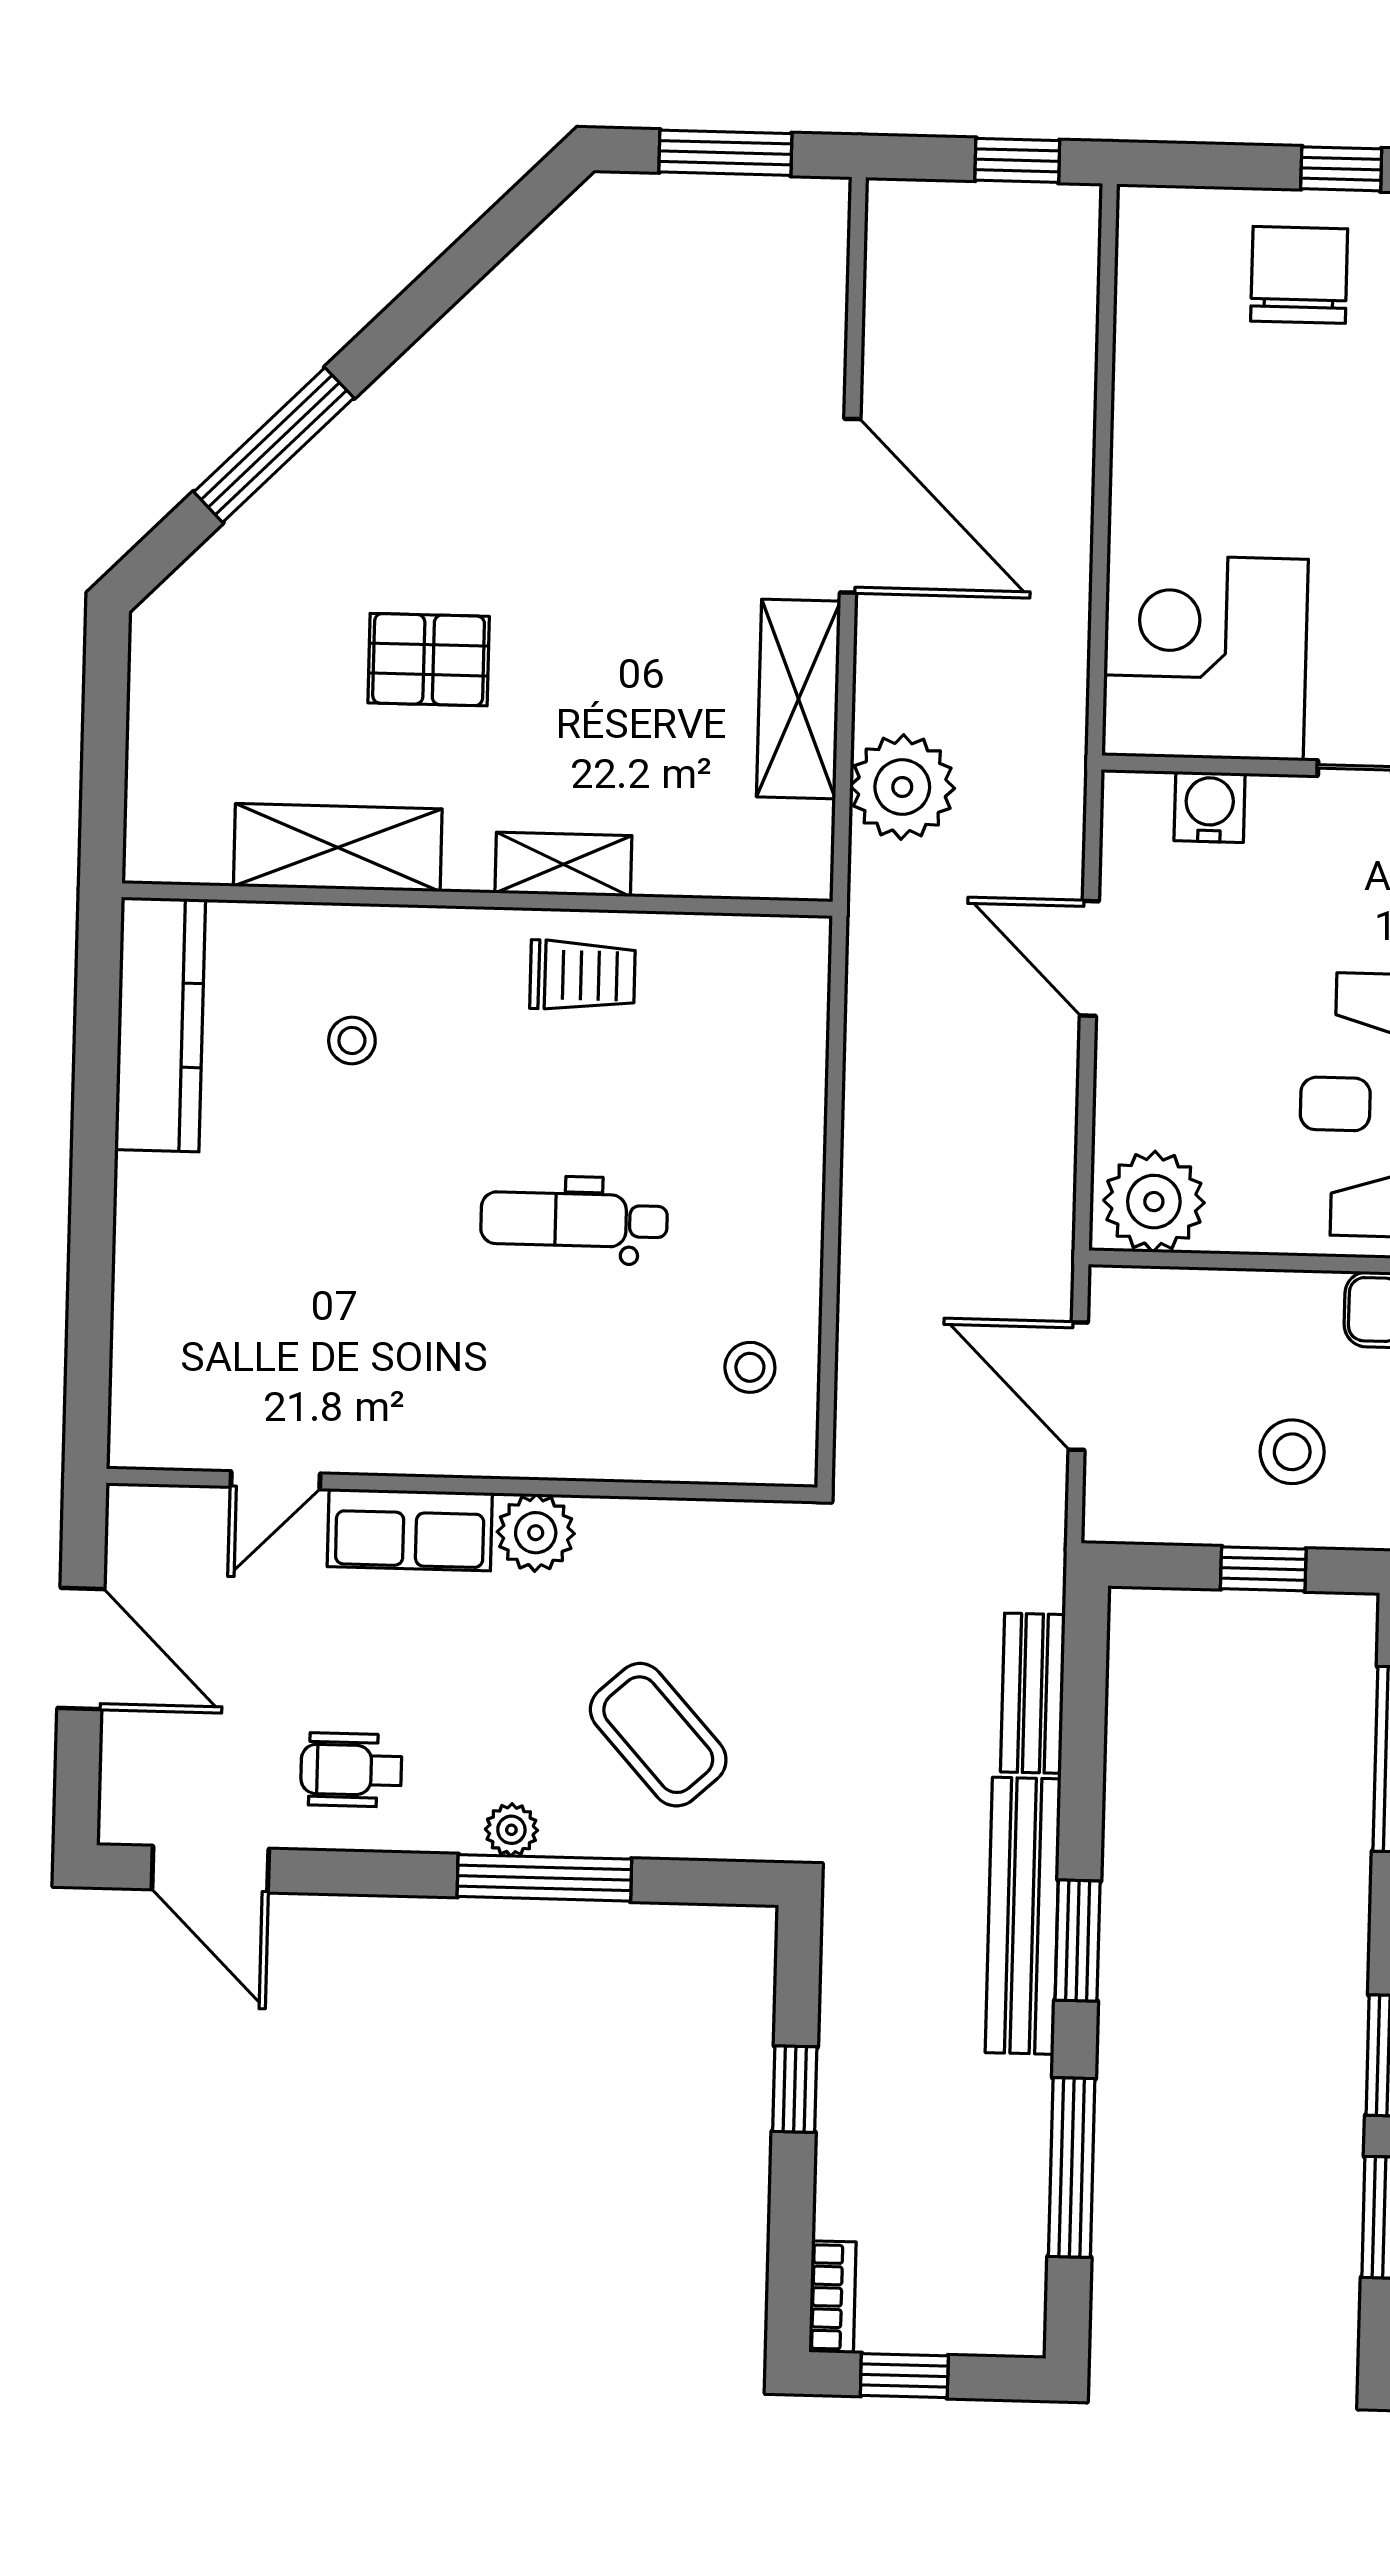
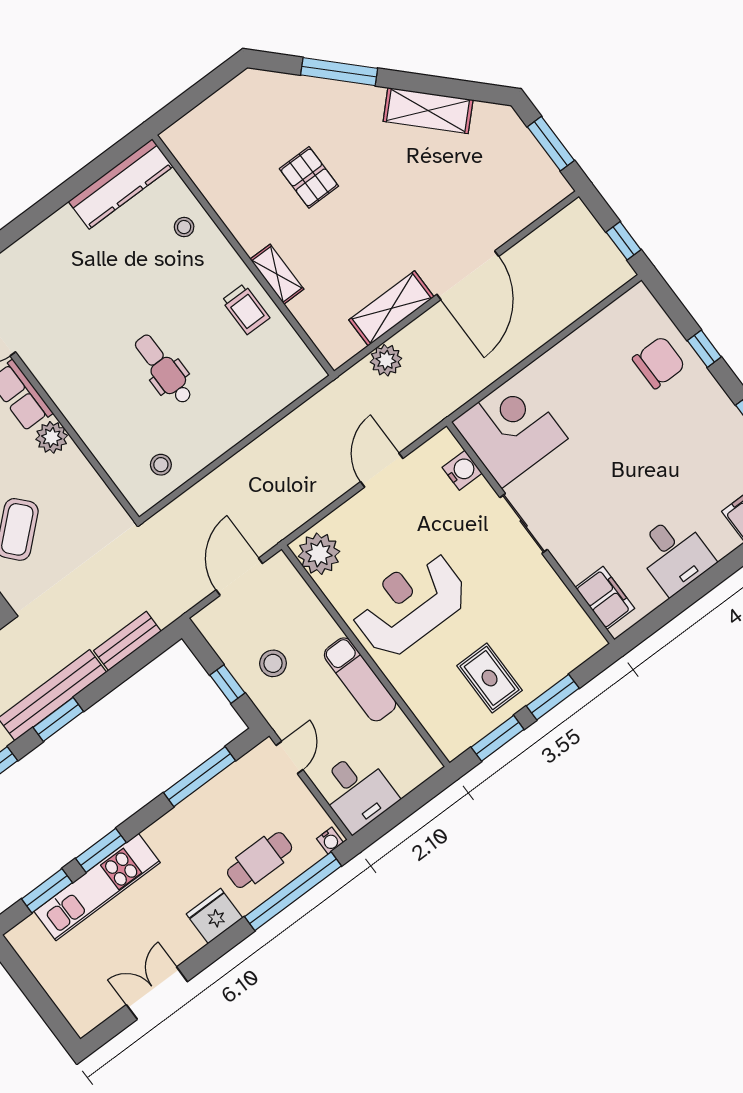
plant: (902, 787) -> (386, 360), width x0.73, depth x0.73
shelving: (338, 848) -> (428, 111), moved, turned -45
stool: (352, 1040) -> (184, 227), moved

